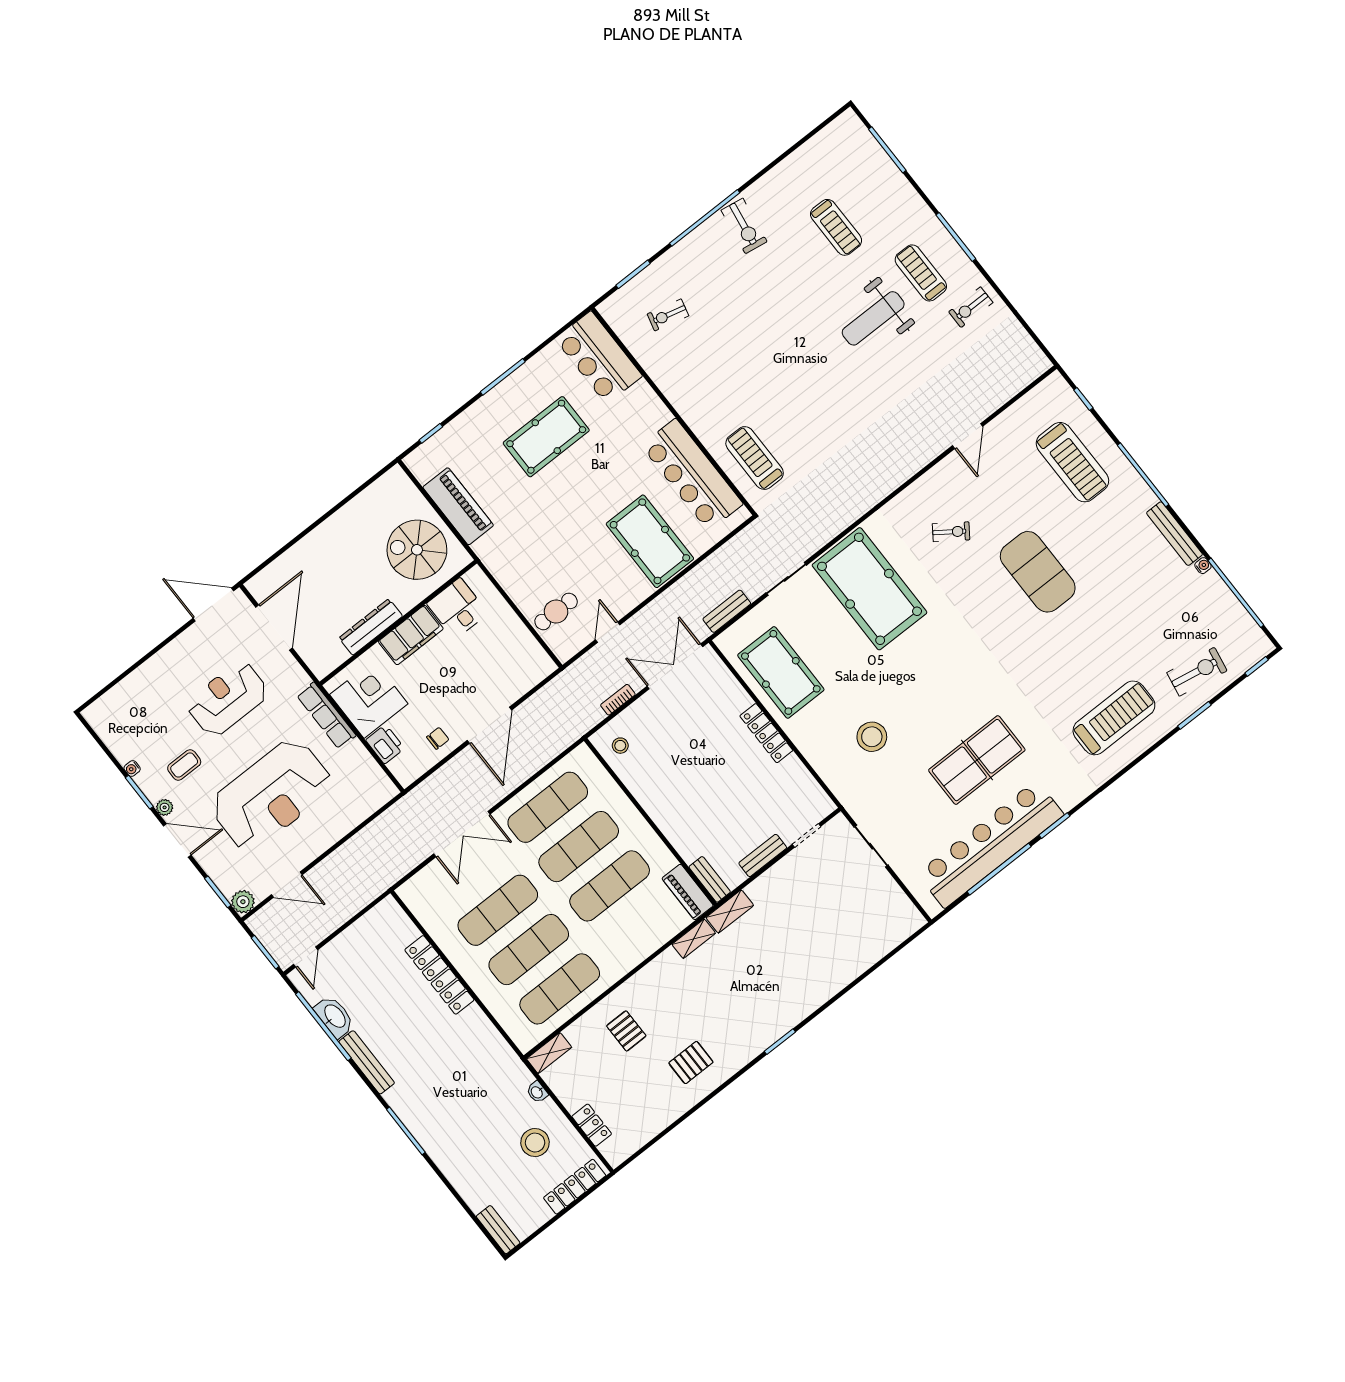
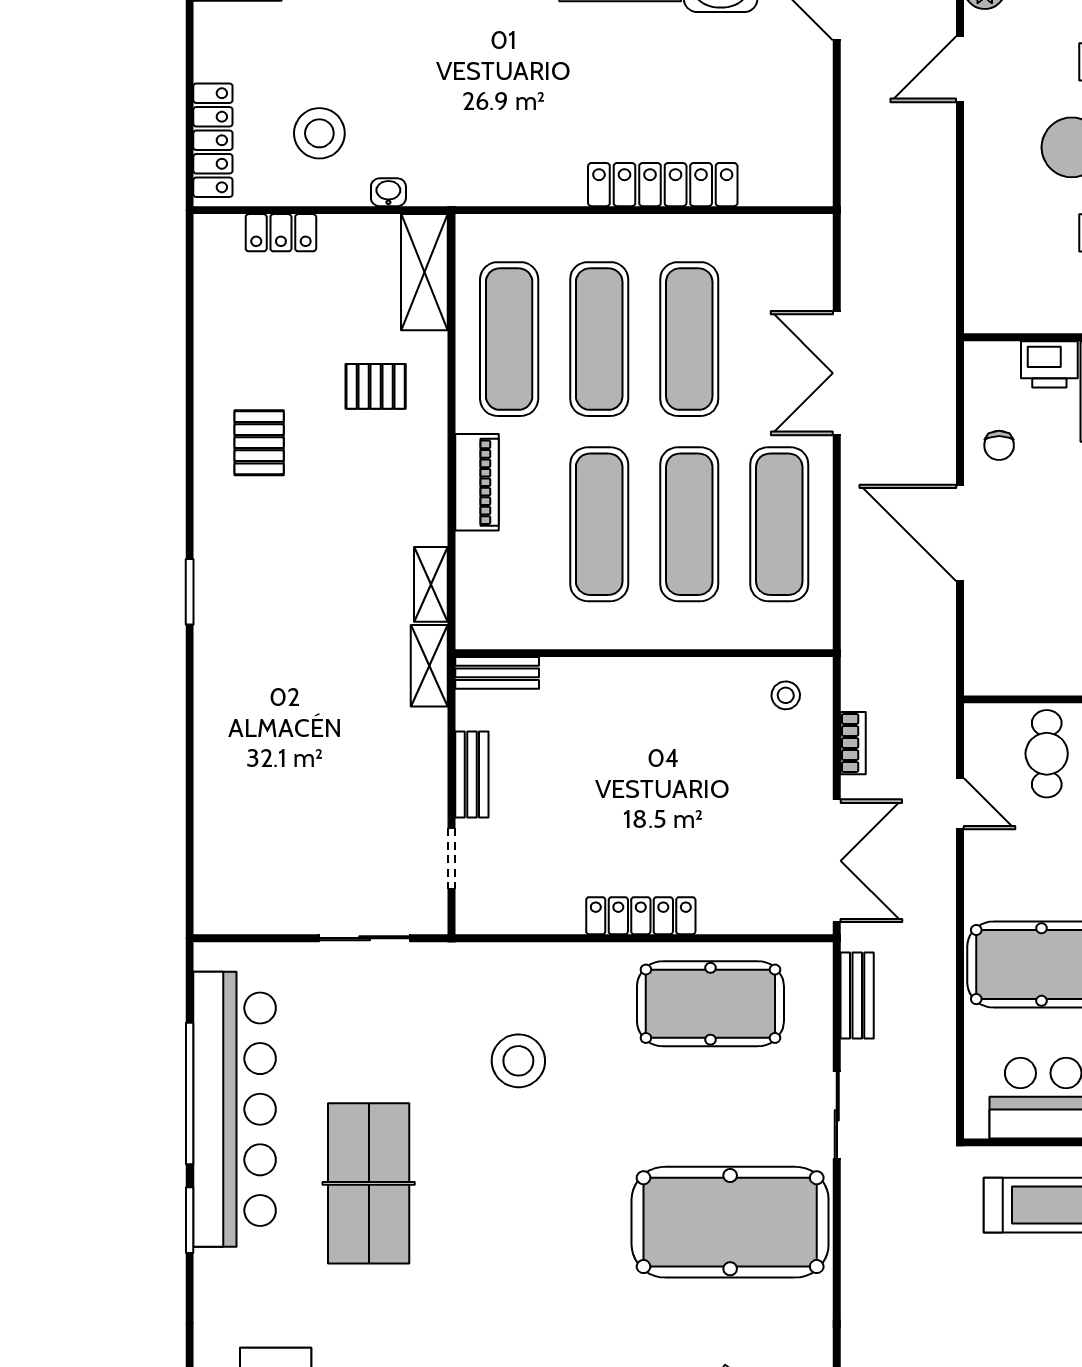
piano: (688, 892) -> (477, 482), moved, turned 90
shelving: (549, 1053) -> (424, 272), width x1.50, depth x1.33

